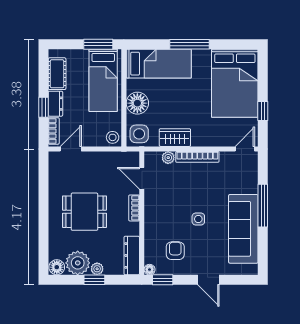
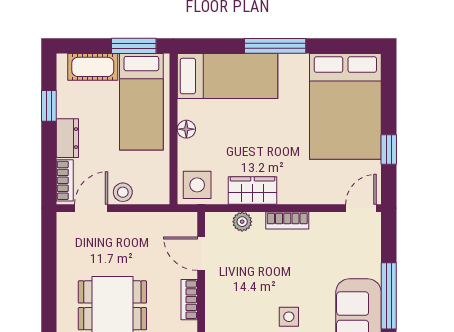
cot: (57, 74) -> (93, 67), moved, turned 90
floor lamp: (137, 103) -> (186, 129), width x0.53, depth x0.53
window: (43, 107) -> (49, 106), moved
stool: (113, 137) -> (123, 192), moved
bookcase: (197, 157) -> (287, 221), width x0.64

